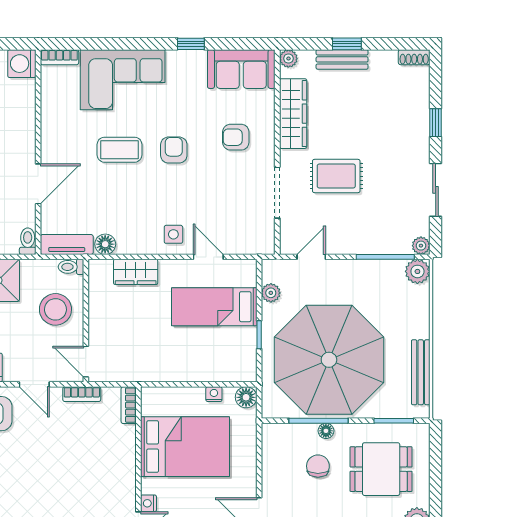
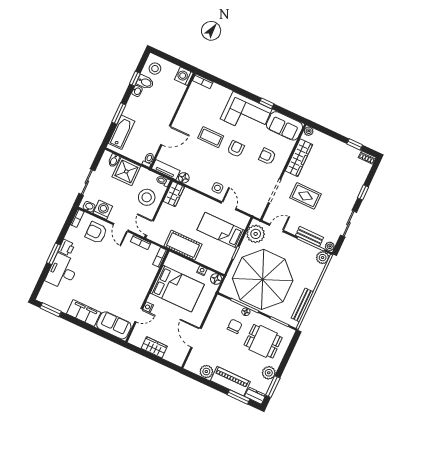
window: (347, 44) -> (355, 144), moved
bench: (342, 59) -> (309, 236), moved
corner sofa: (123, 80) -> (246, 114), moved
wardrobe: (136, 272) -> (174, 194), moved, turned -90
plant: (271, 293) -> (256, 234), width x1.87, depth x1.87
cot: (159, 364) -> (183, 245), added

